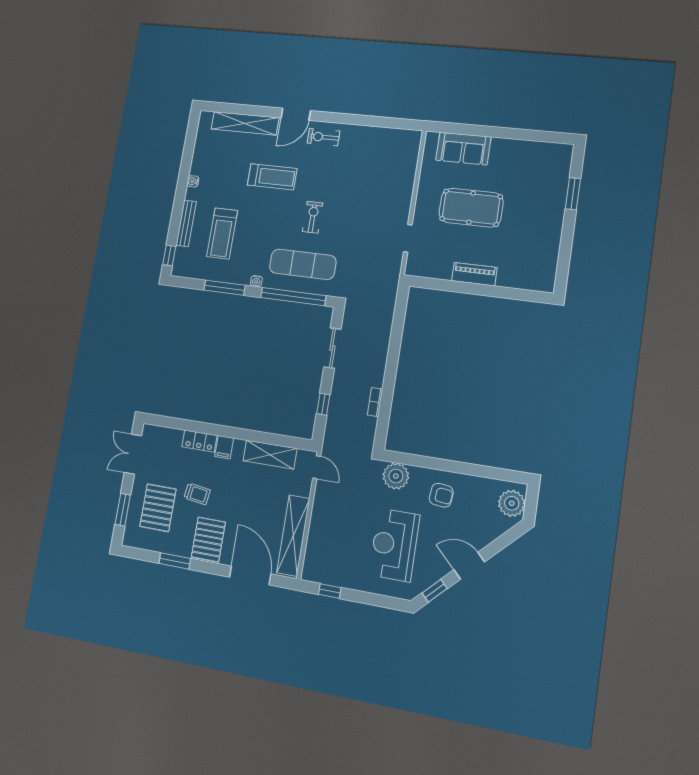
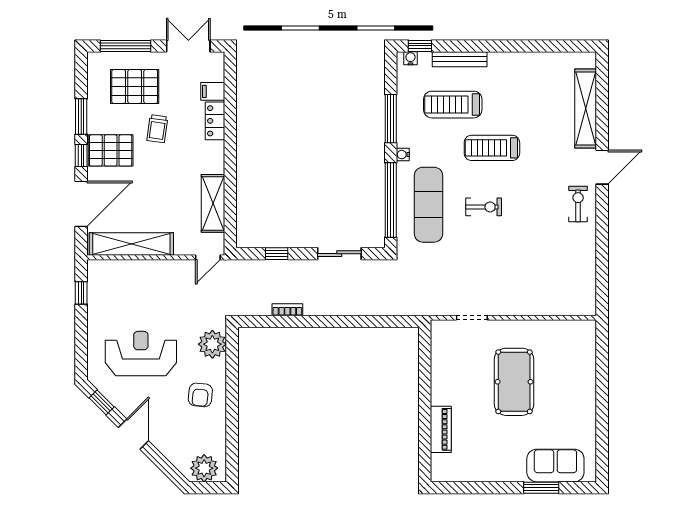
door: (296, 114) -> (602, 167), swing flipped
sofa: (463, 149) -> (555, 466), moved, turned 90
treadmill: (272, 177) -> (492, 148), moved, turned 90
water cooler: (193, 181) -> (410, 58), moved
piano: (474, 274) -> (441, 429), moved
filing cabinet: (224, 447) -> (213, 91), moved
window: (123, 510) -> (126, 46), width x1.44
window: (208, 567) -> (81, 155), added

